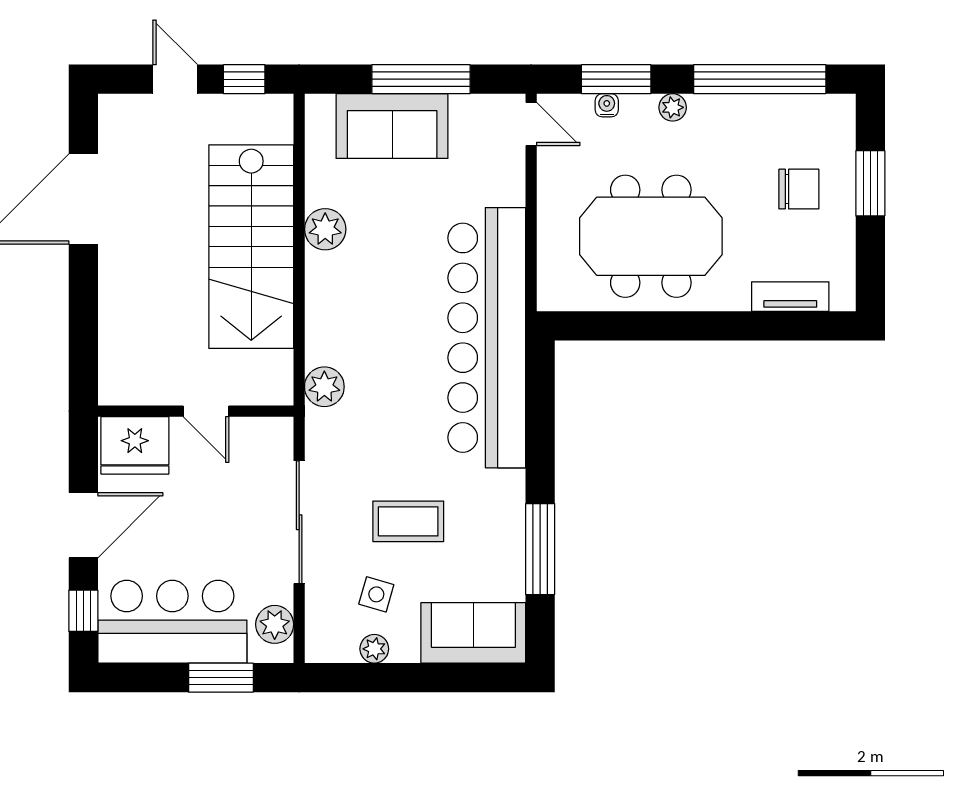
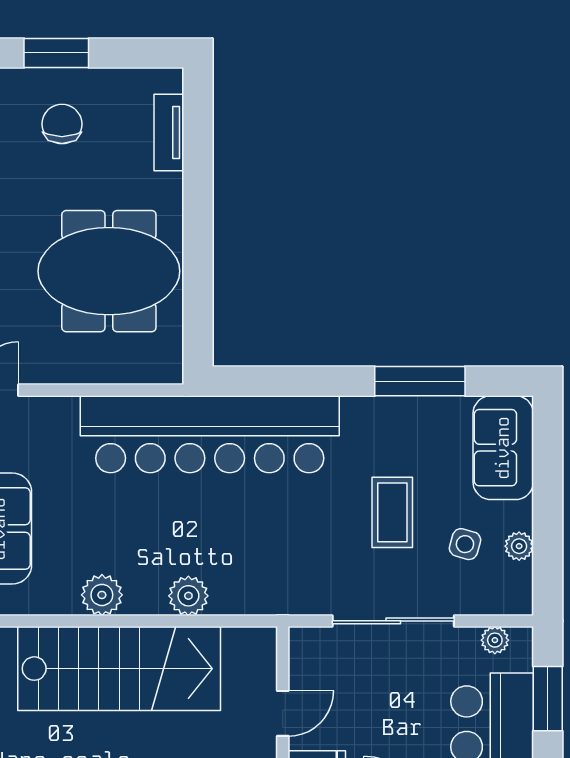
meeting table: (651, 236) -> (109, 271), turned 90
plant: (324, 387) -> (188, 596), moved
plant: (275, 624) -> (495, 640), width x0.73, depth x0.73

